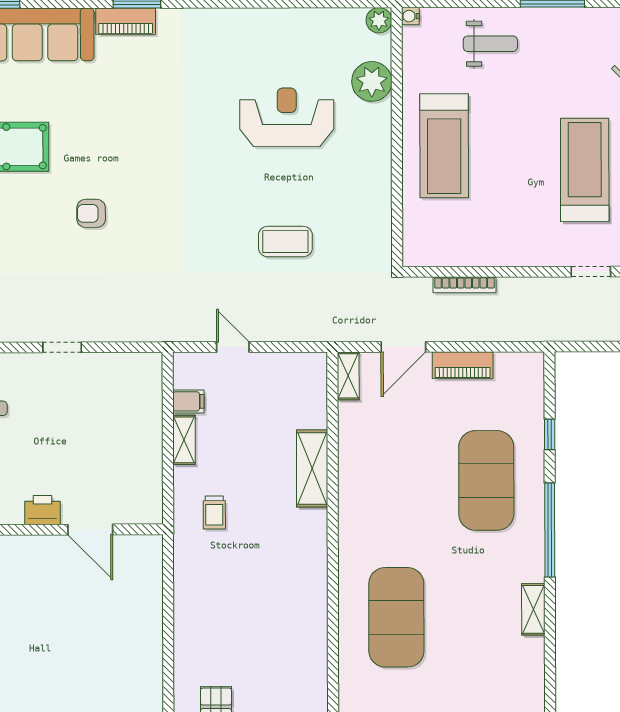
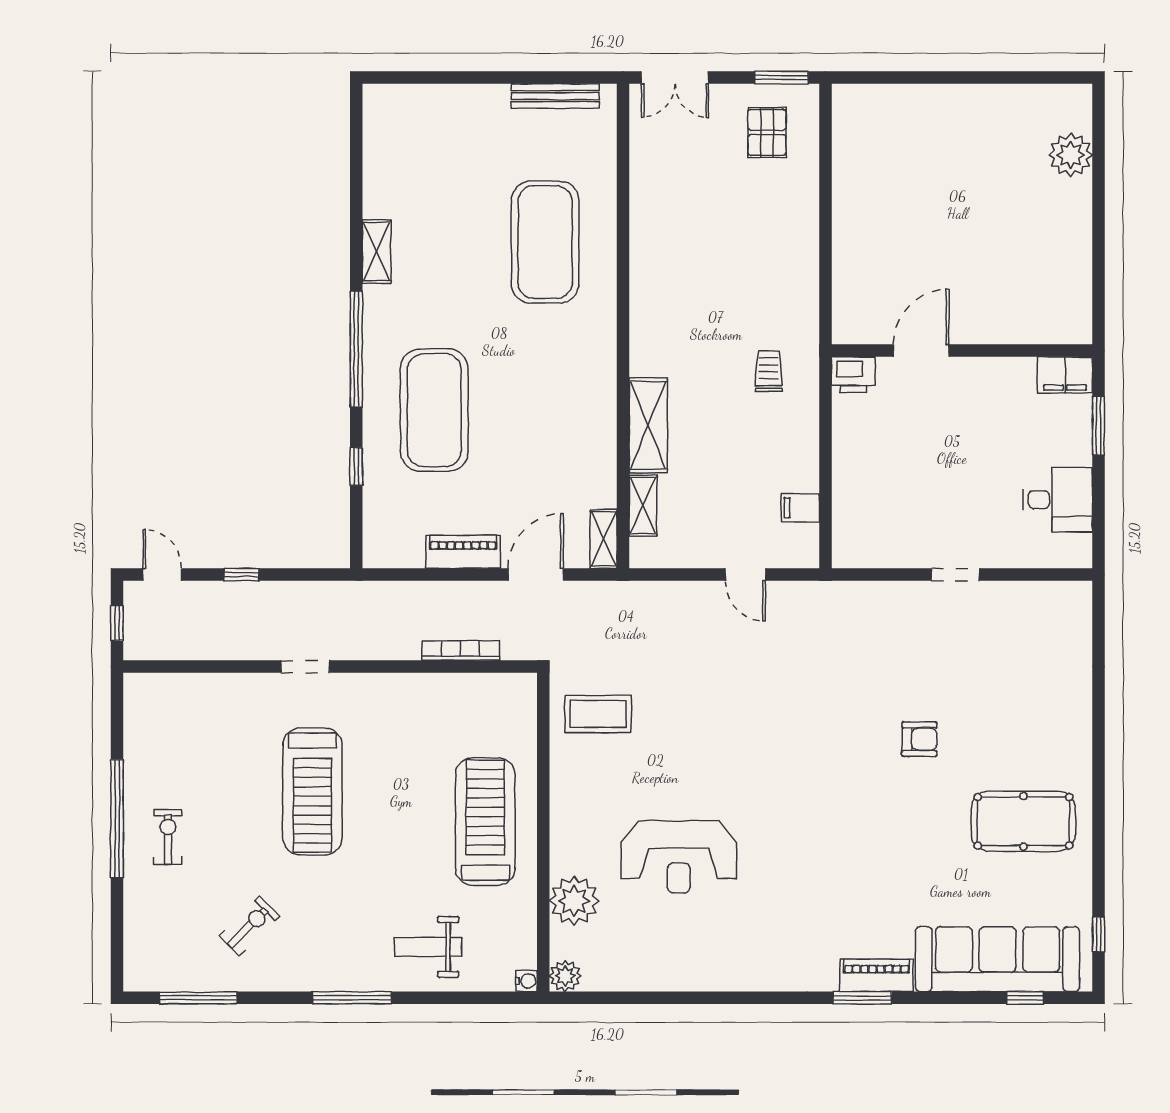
coffee table: (285, 242) -> (598, 714), moved
shelving: (184, 440) -> (643, 506), moved
printer: (42, 510) -> (853, 375), moved
door: (90, 530) -> (921, 351), hinge flipped

